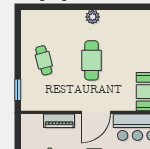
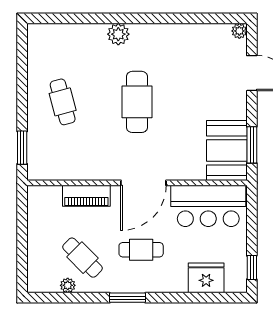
plant: (93, 17) -> (118, 34), moved

